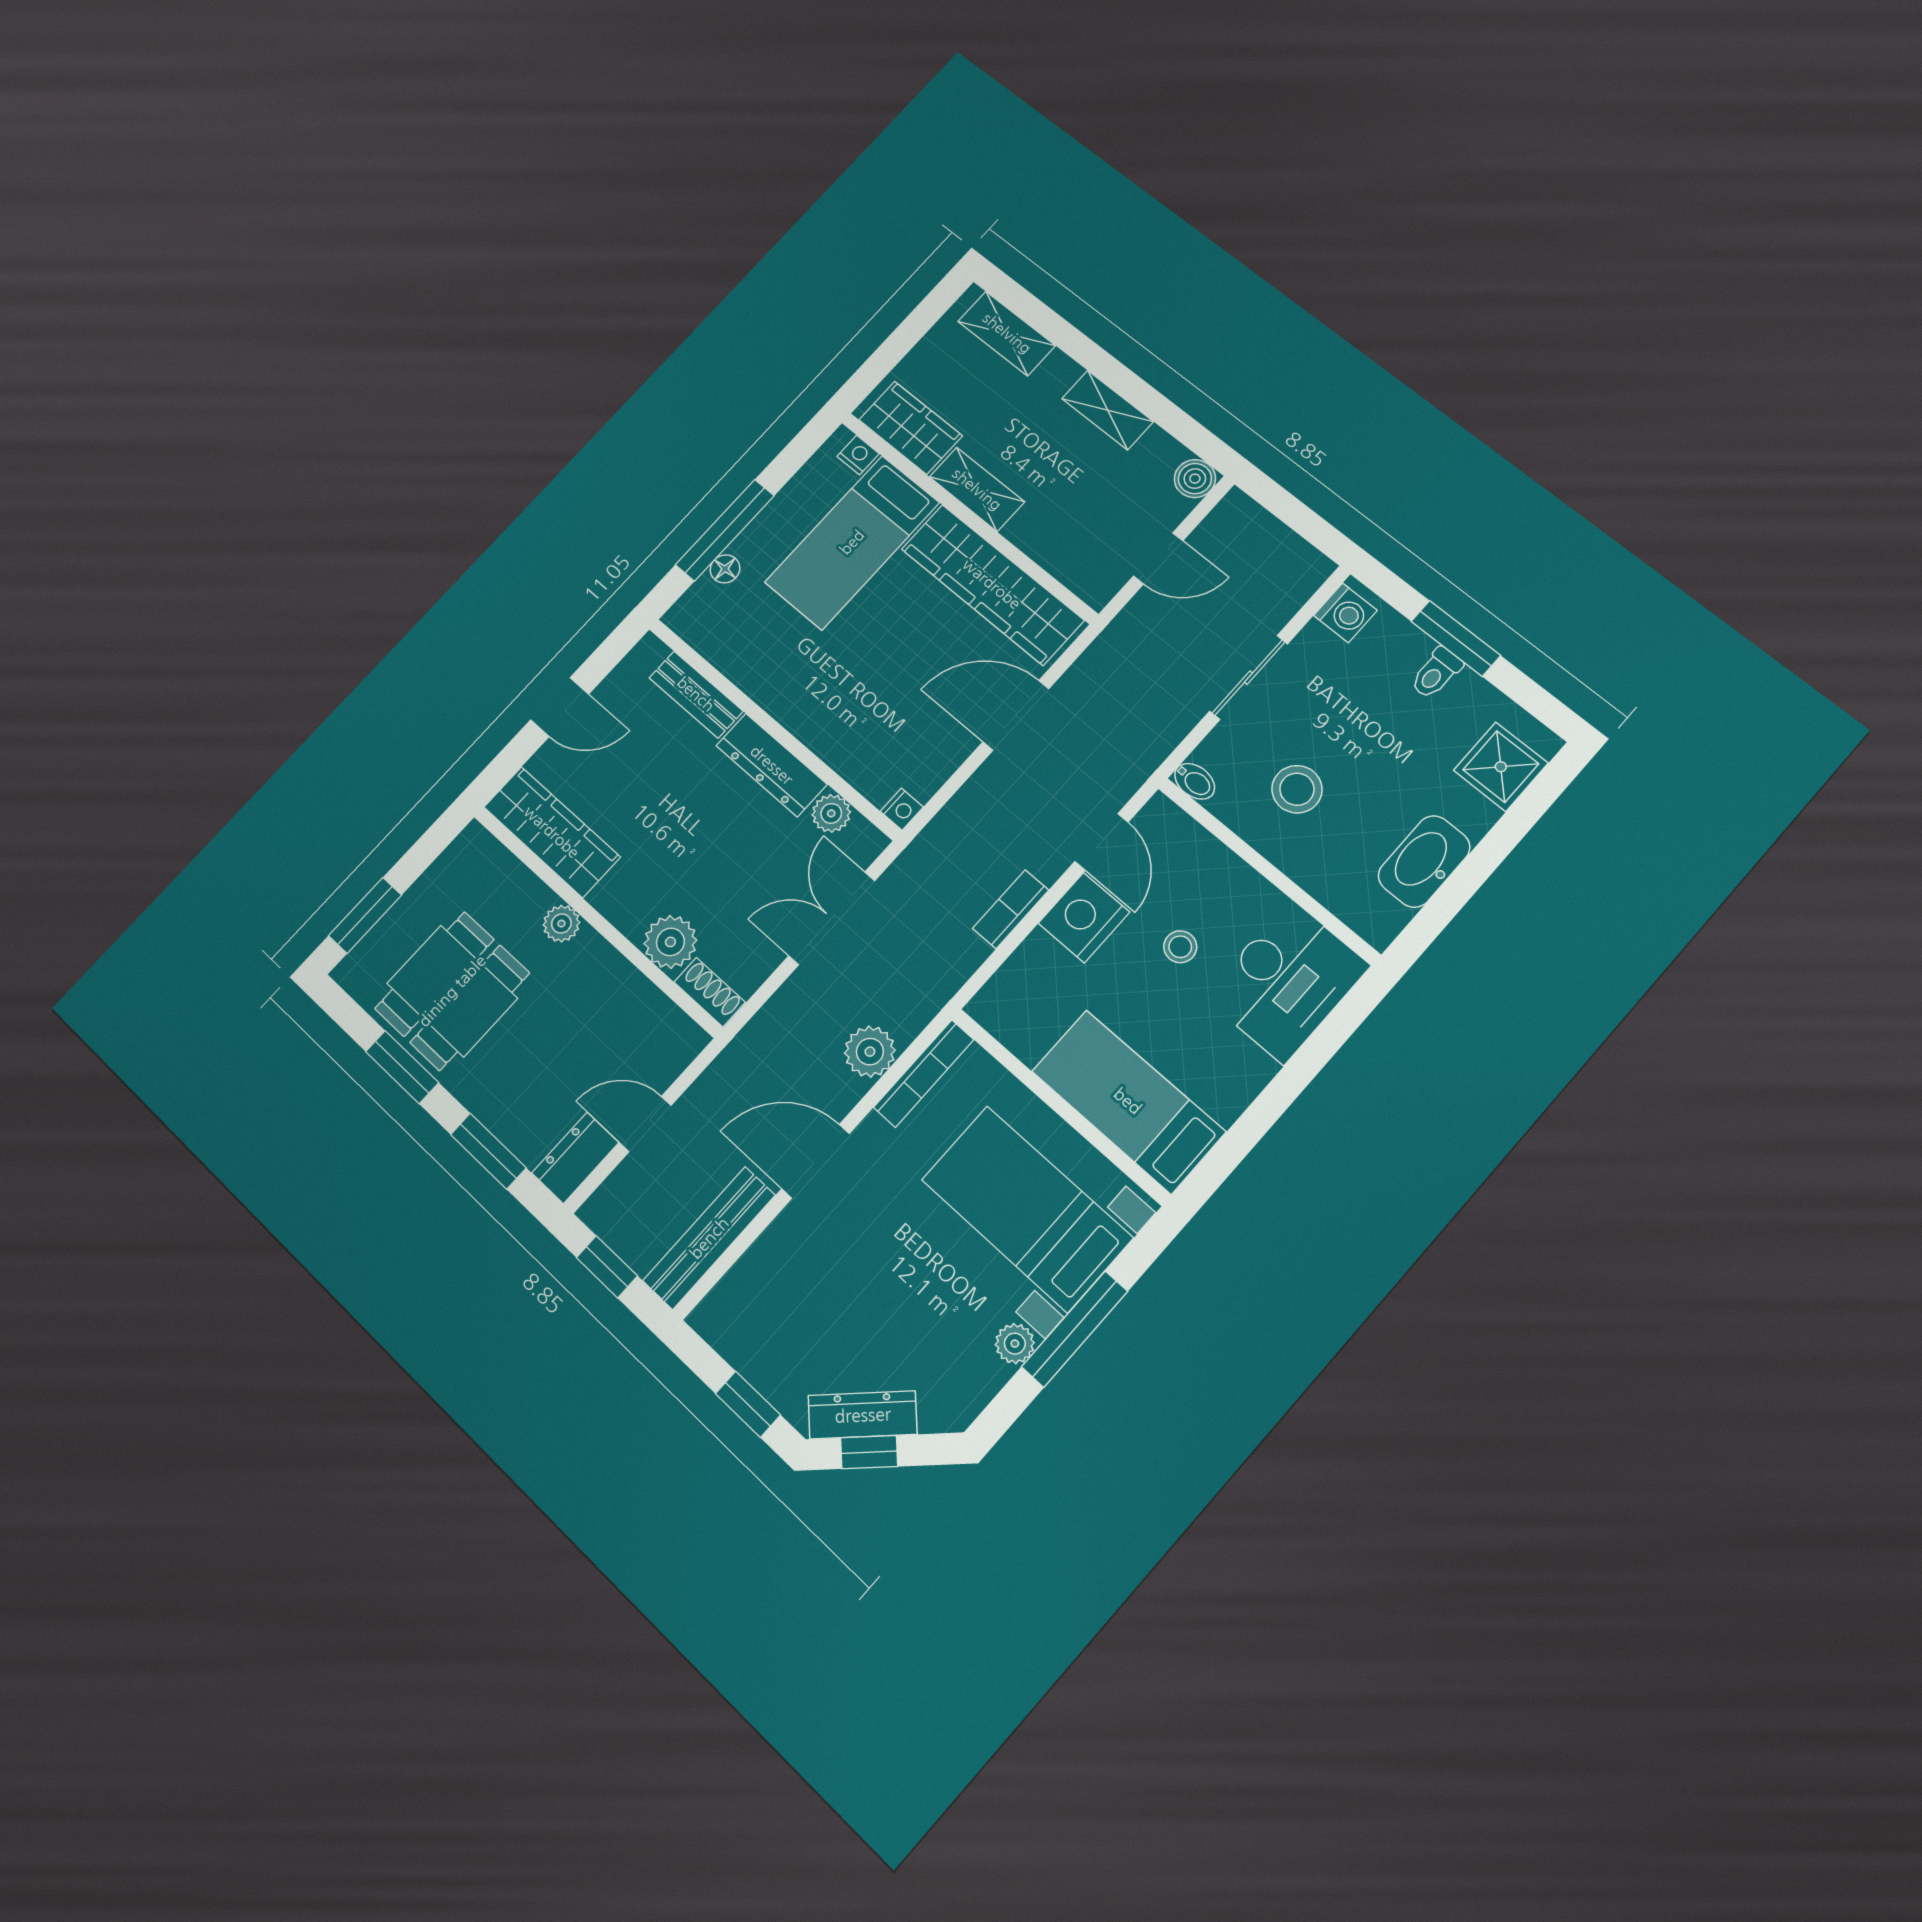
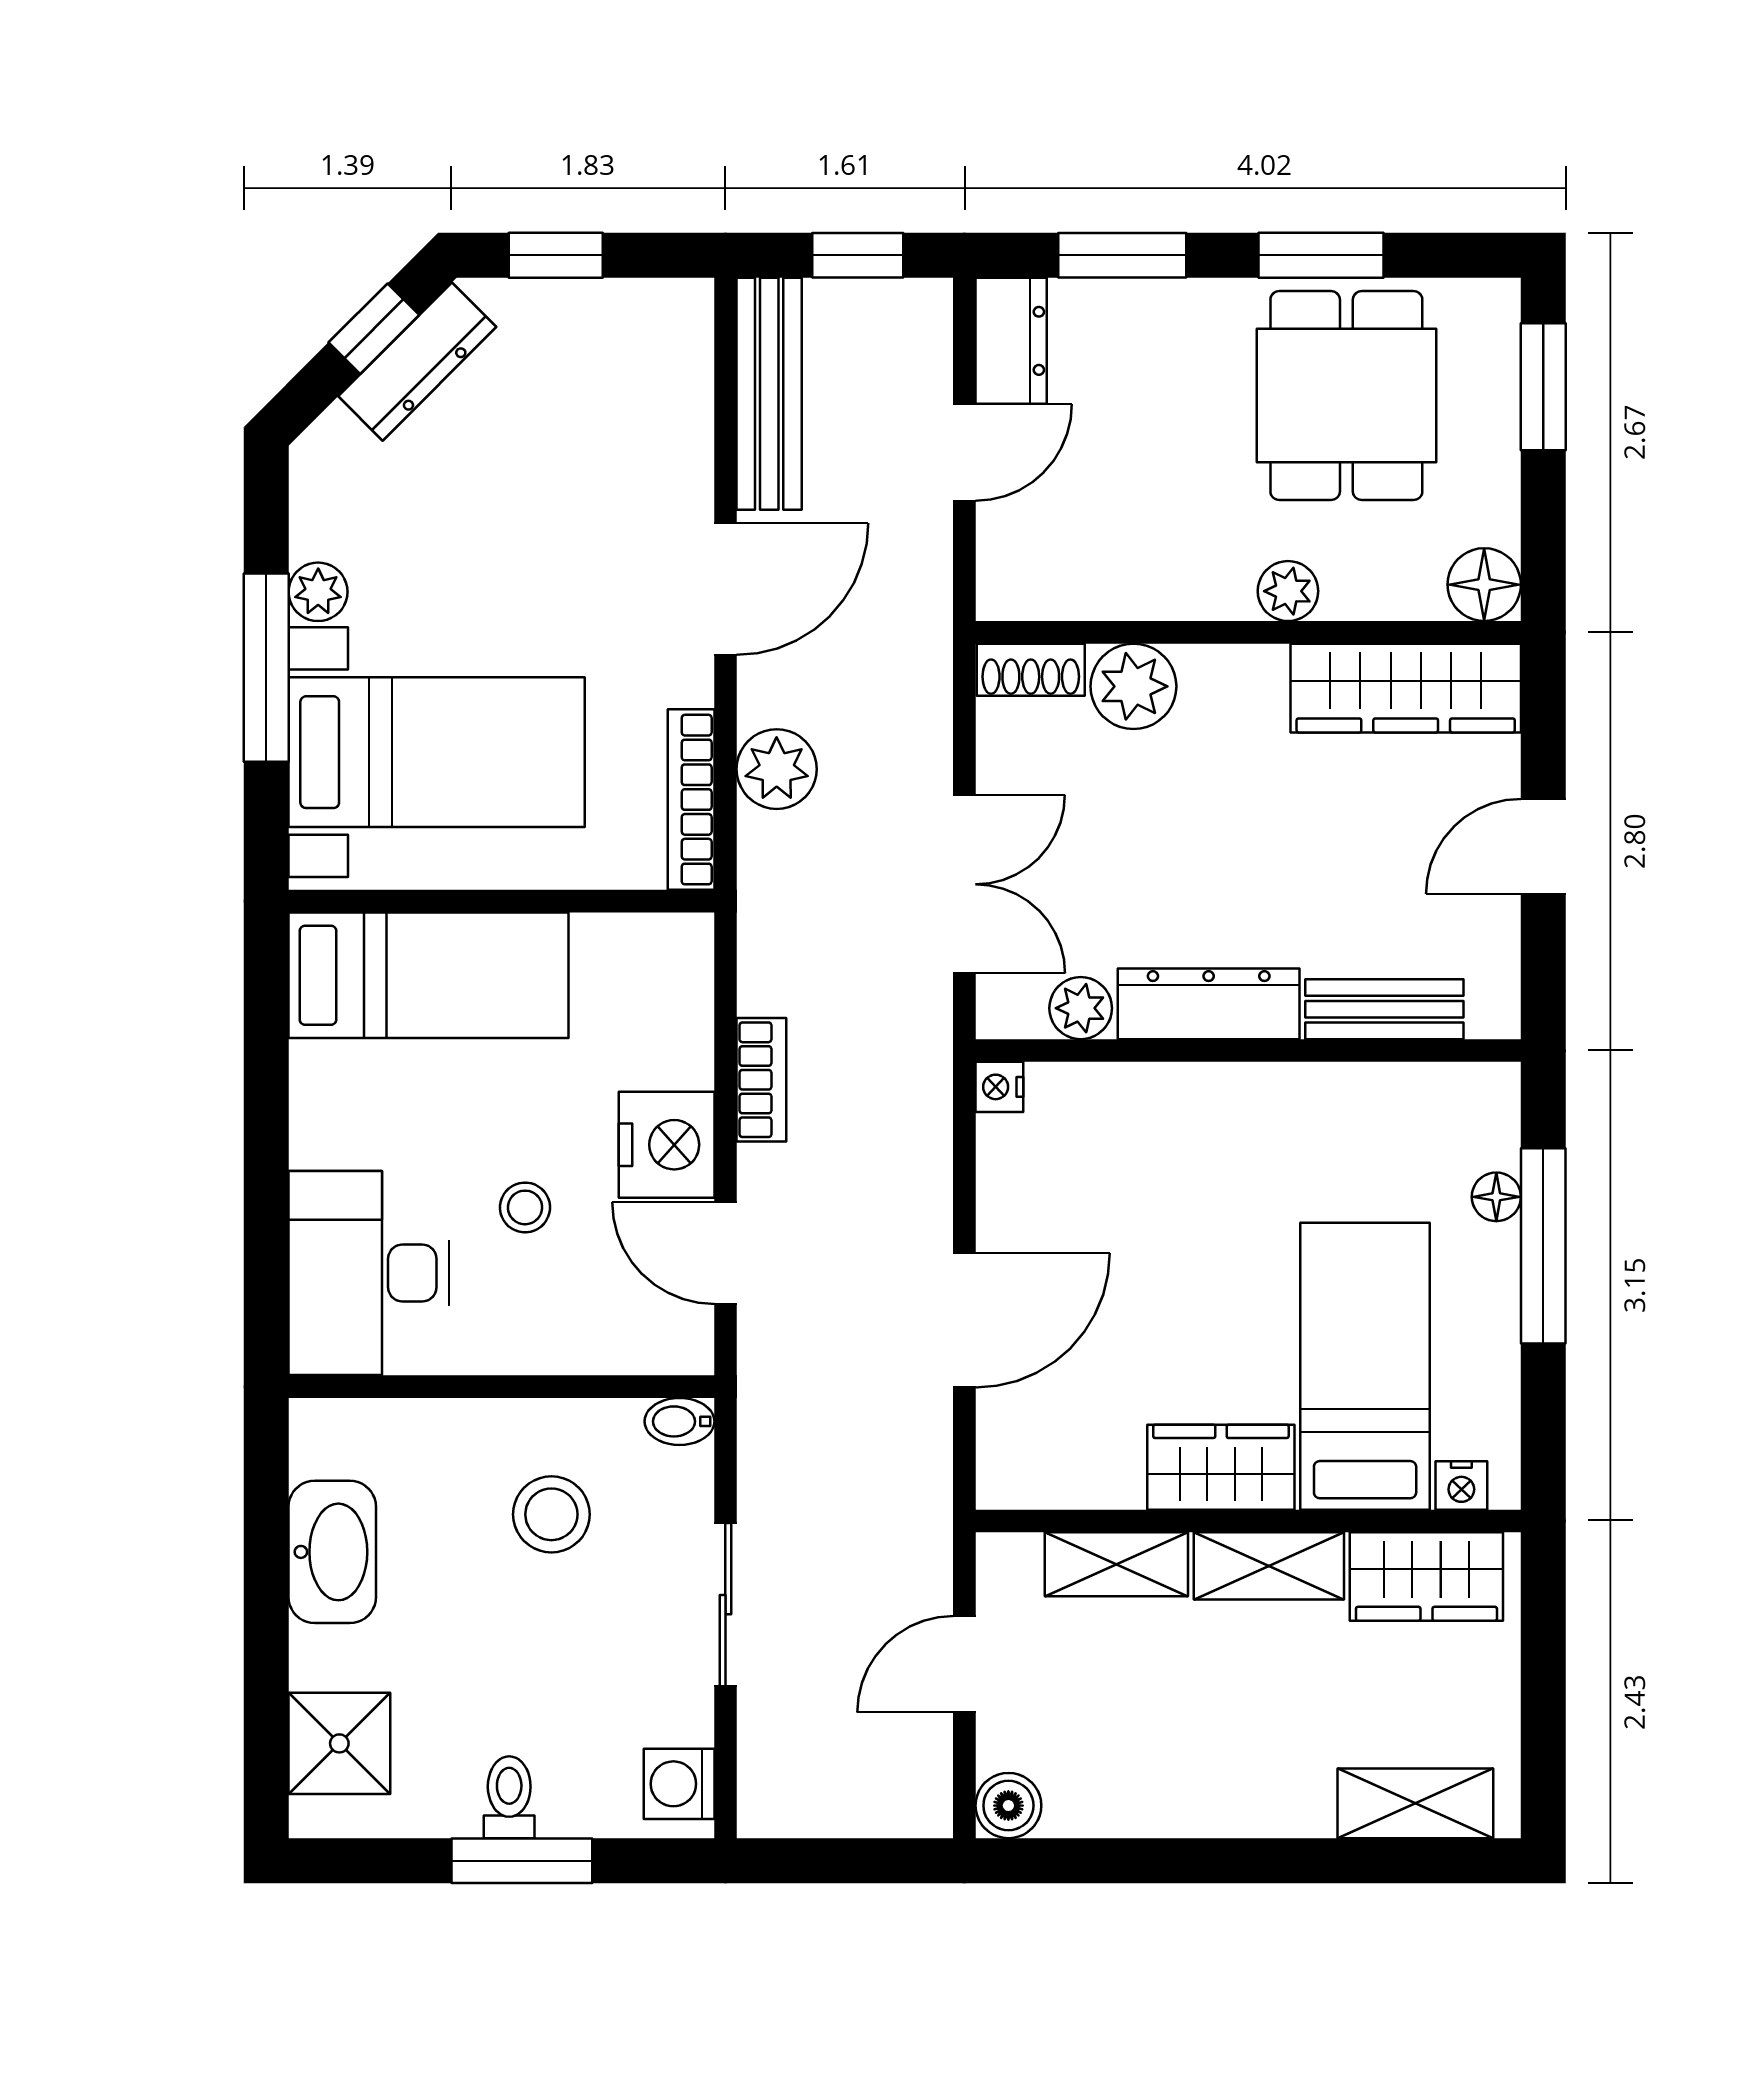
shelving: (1108, 410) -> (1116, 1564), moved
wardrobe: (992, 584) -> (1221, 1467), width x0.48, depth x0.85
floor lamp: (474, 848) -> (1484, 585), added

